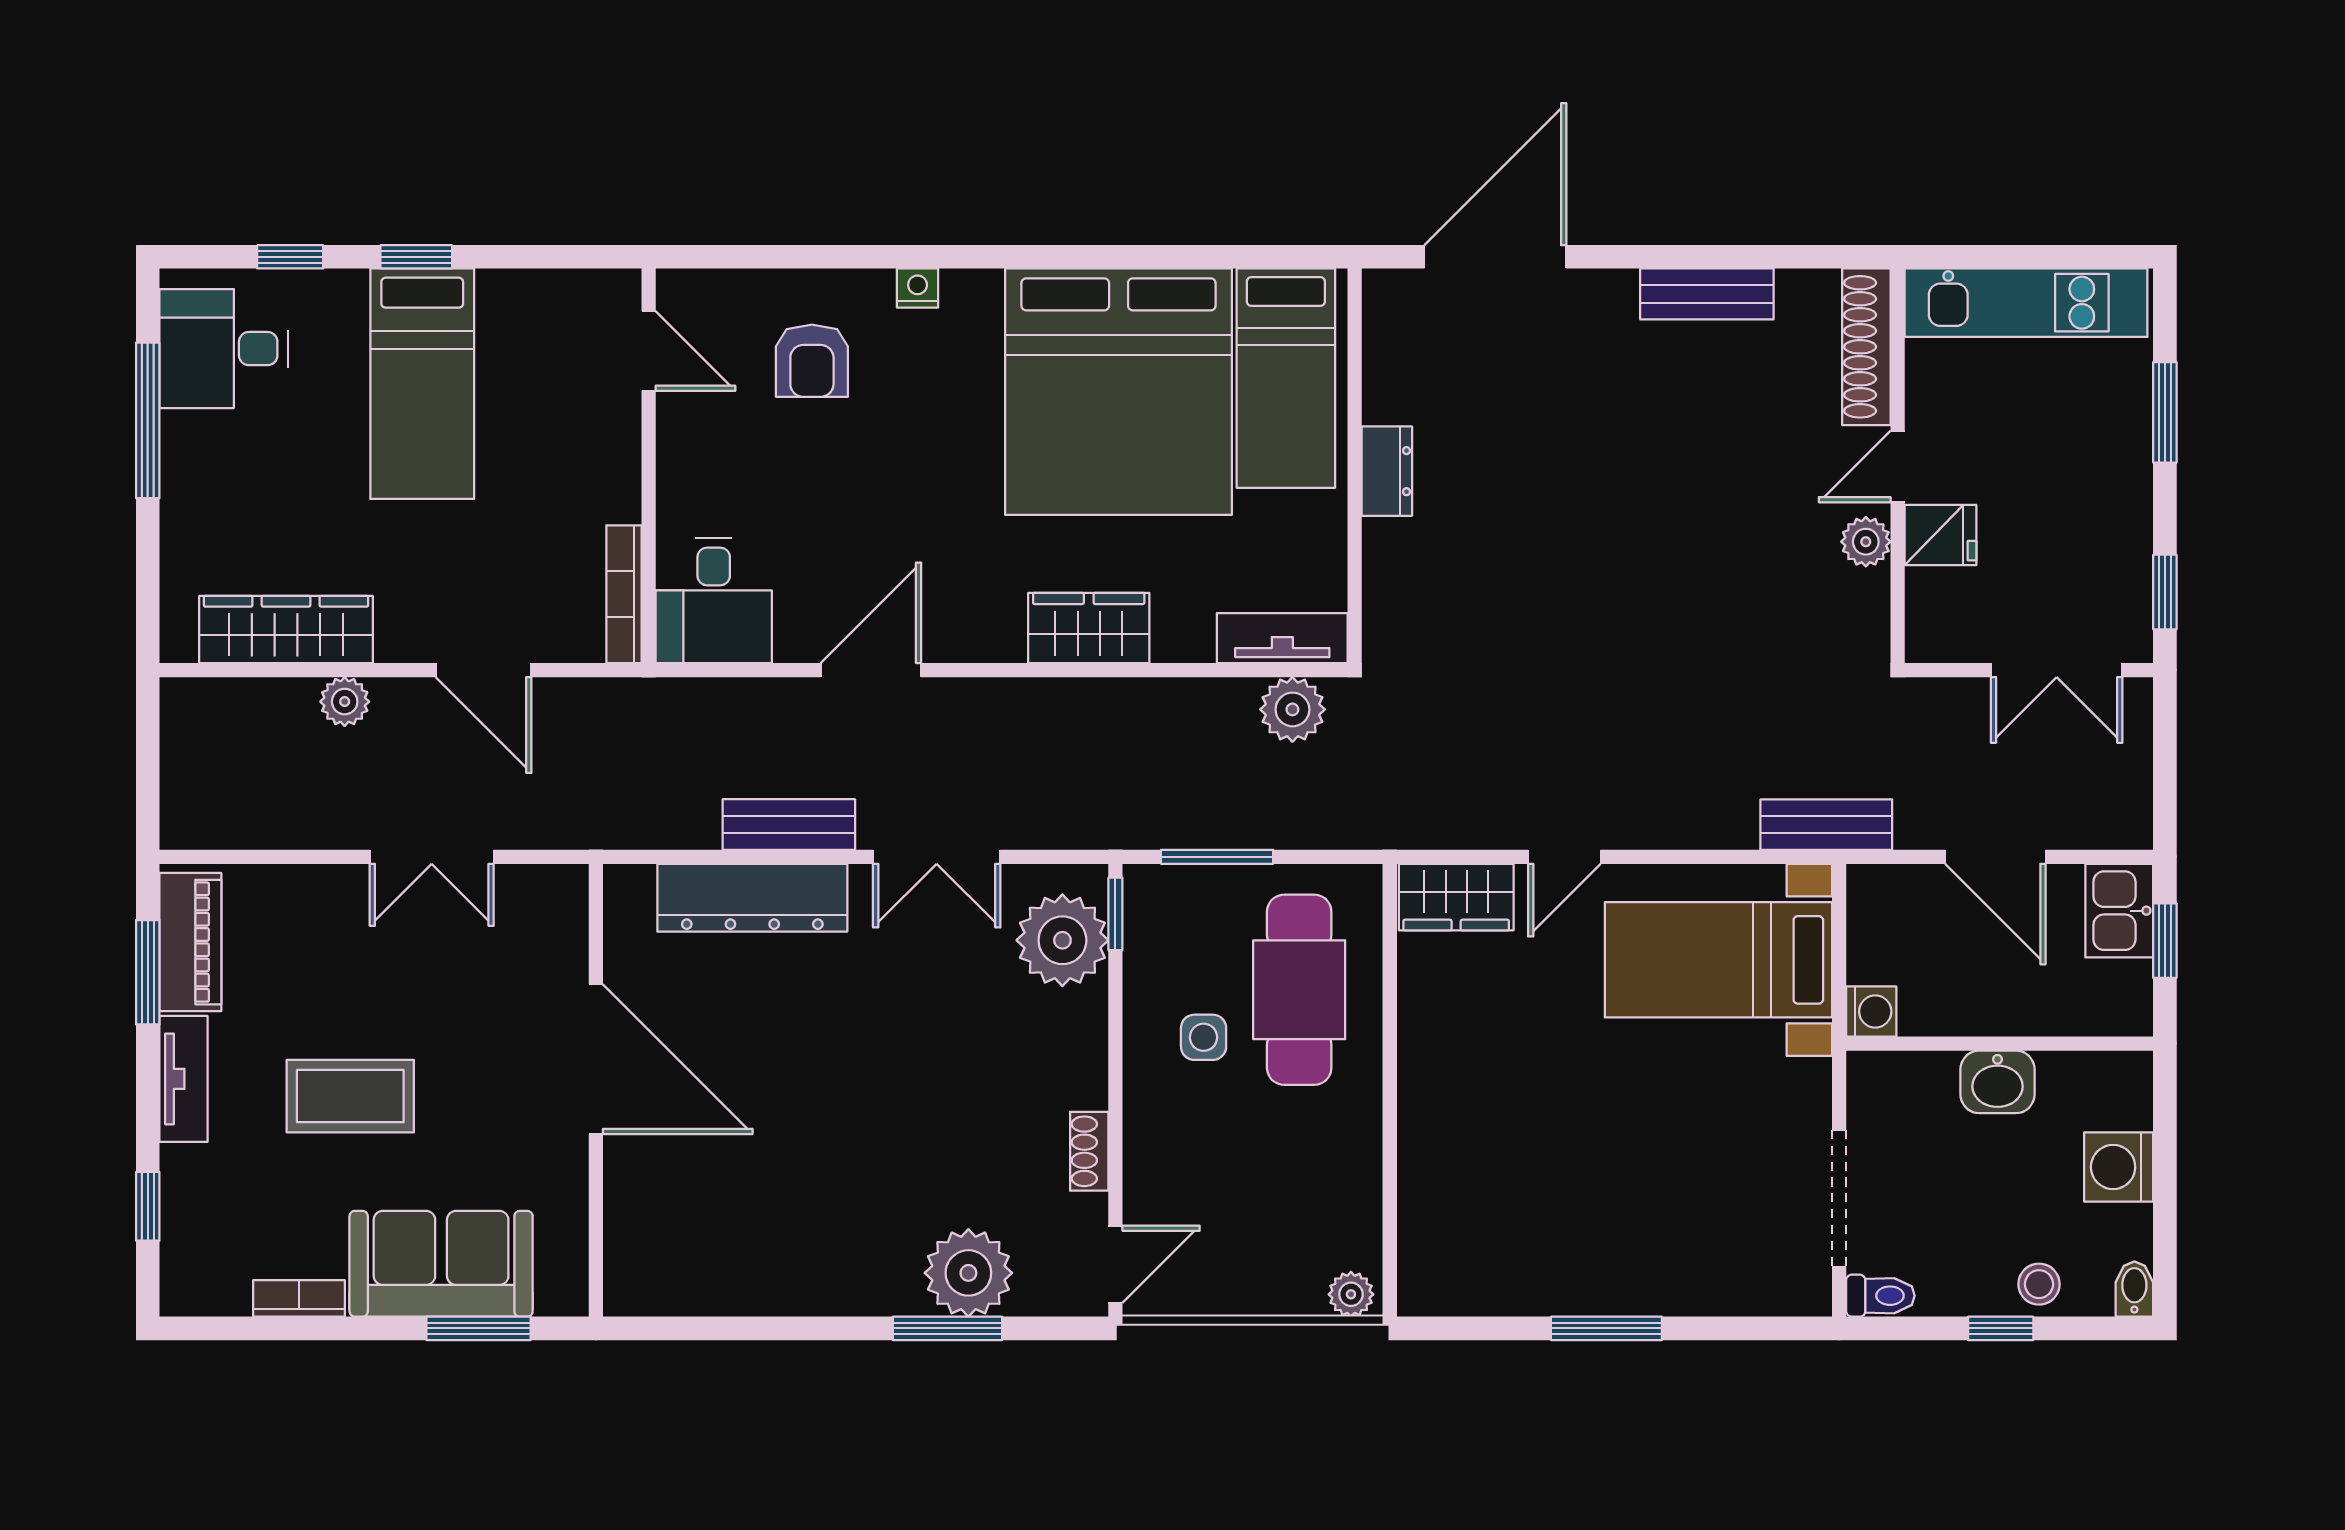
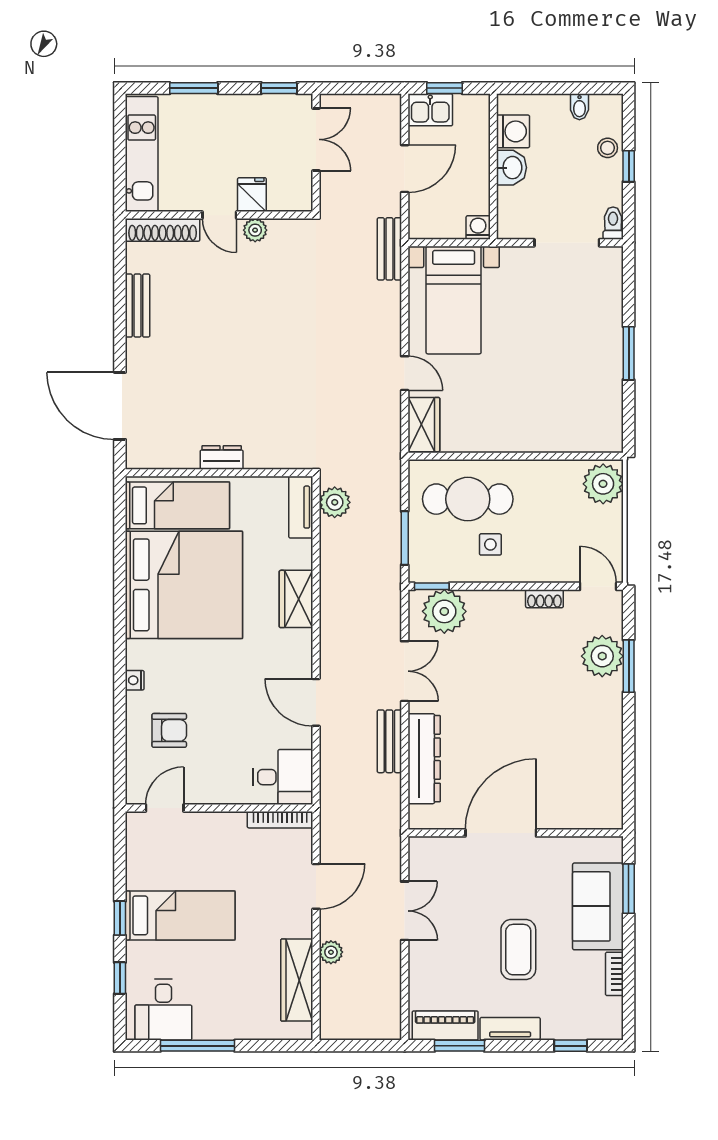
washing machine: (2119, 1167) -> (513, 131), moved, turned -90
bidet: (2134, 1289) -> (579, 107), moved, turned -90
plant: (1351, 1294) -> (603, 484), width x1.88, depth x1.88

